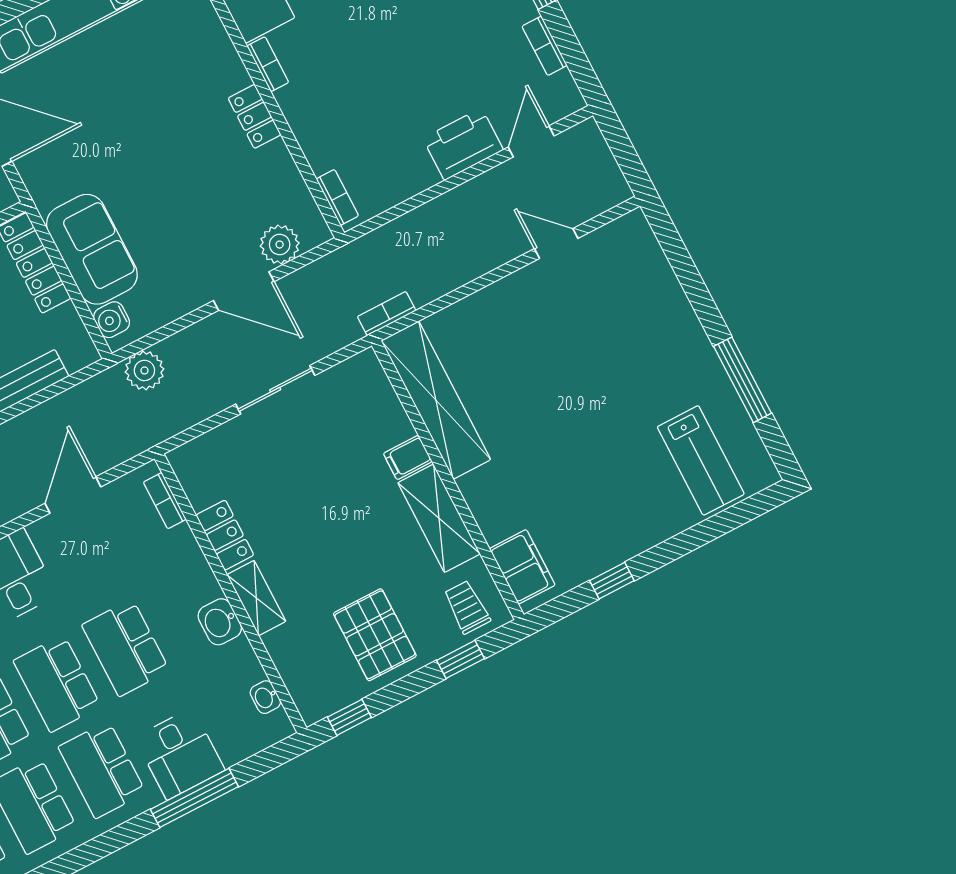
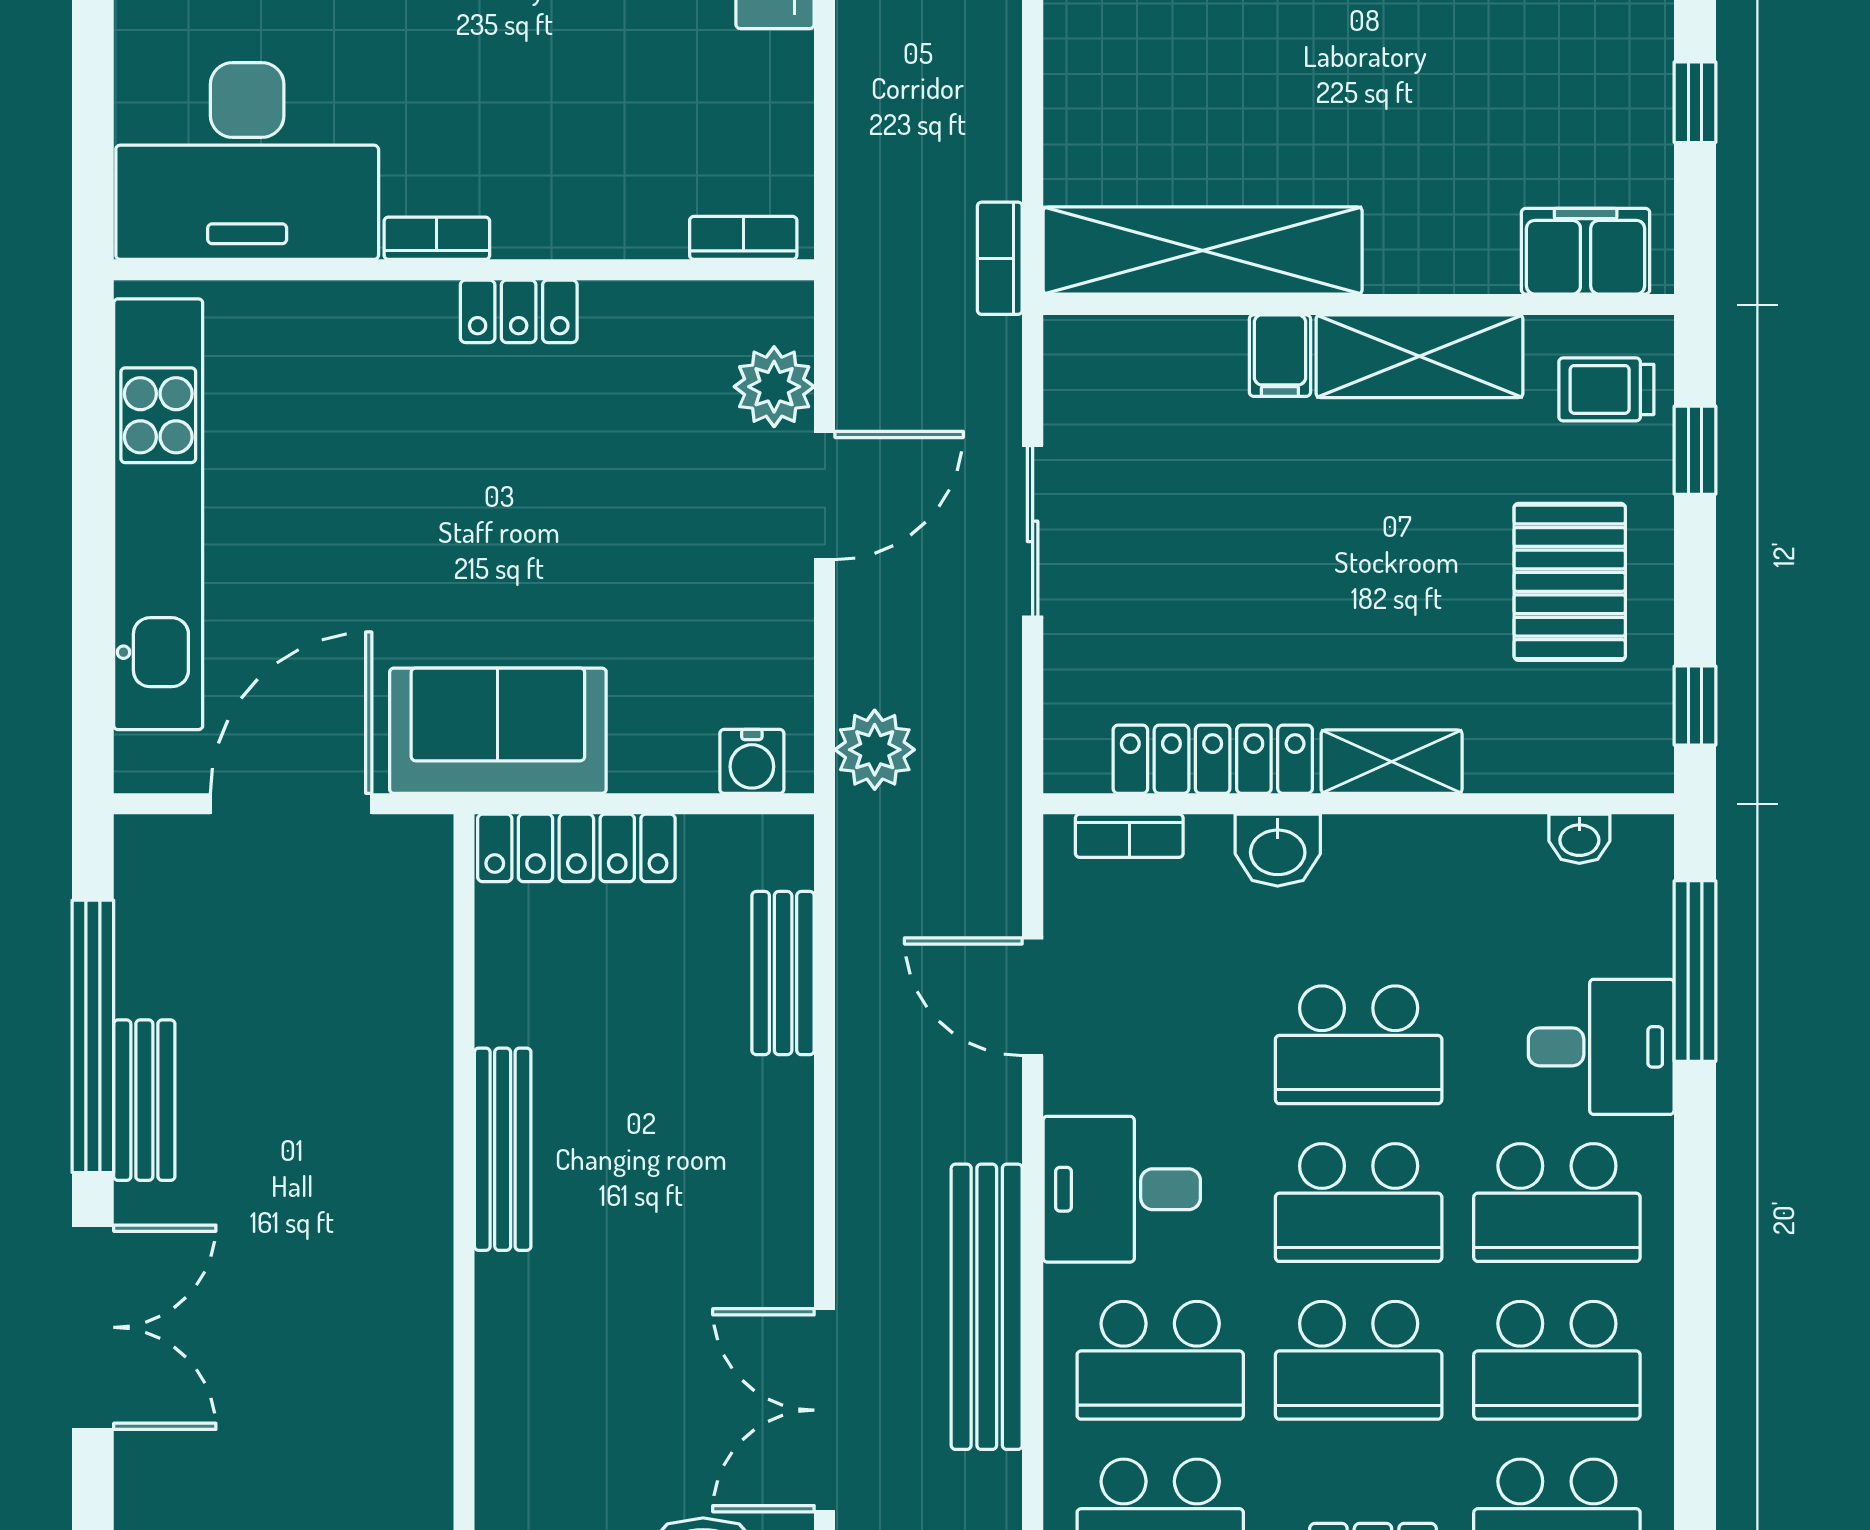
sofa: (92, 249) -> (498, 731), moved
locker: (225, 535) -> (1213, 759), width x1.53
washbasin: (220, 622) -> (1278, 850), moved
pallet: (375, 635) -> (1570, 582), turned 90
window: (194, 798) -> (1695, 971), moved

